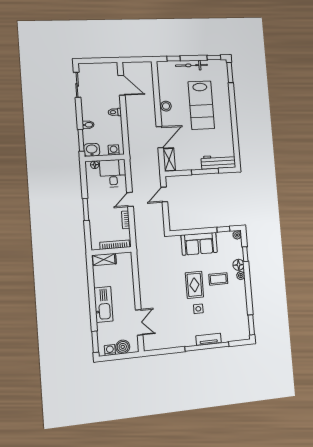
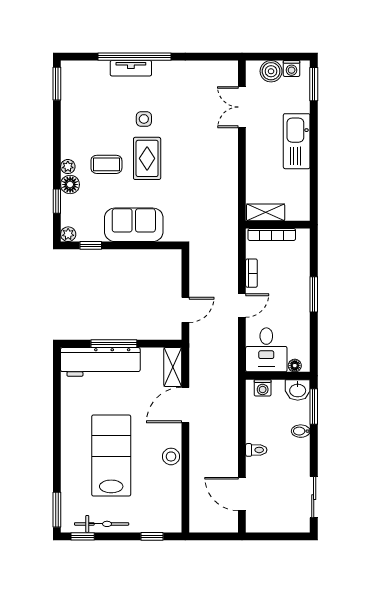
bicycle: (191, 65) -> (102, 524), moved
workbench: (218, 162) -> (100, 362), width x1.36, depth x1.32
shelving: (104, 259) -> (266, 212), moved

